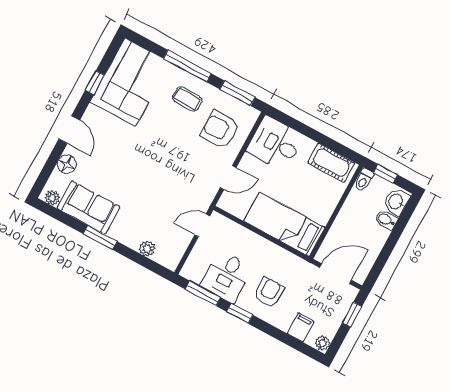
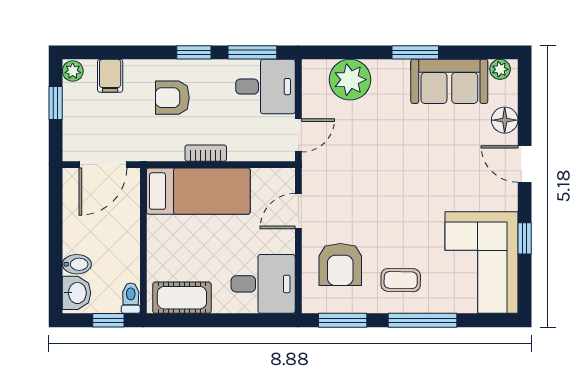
armchair: (220, 129) -> (340, 264), turned 90
bookcase: (267, 246) -> (206, 153), added
plant: (147, 249) -> (350, 80), width x1.87, depth x1.87
desk: (226, 276) -> (265, 87), moved, turned 90
armchair: (269, 292) -> (172, 98), turned 90
window: (352, 315) -> (56, 103), moved

